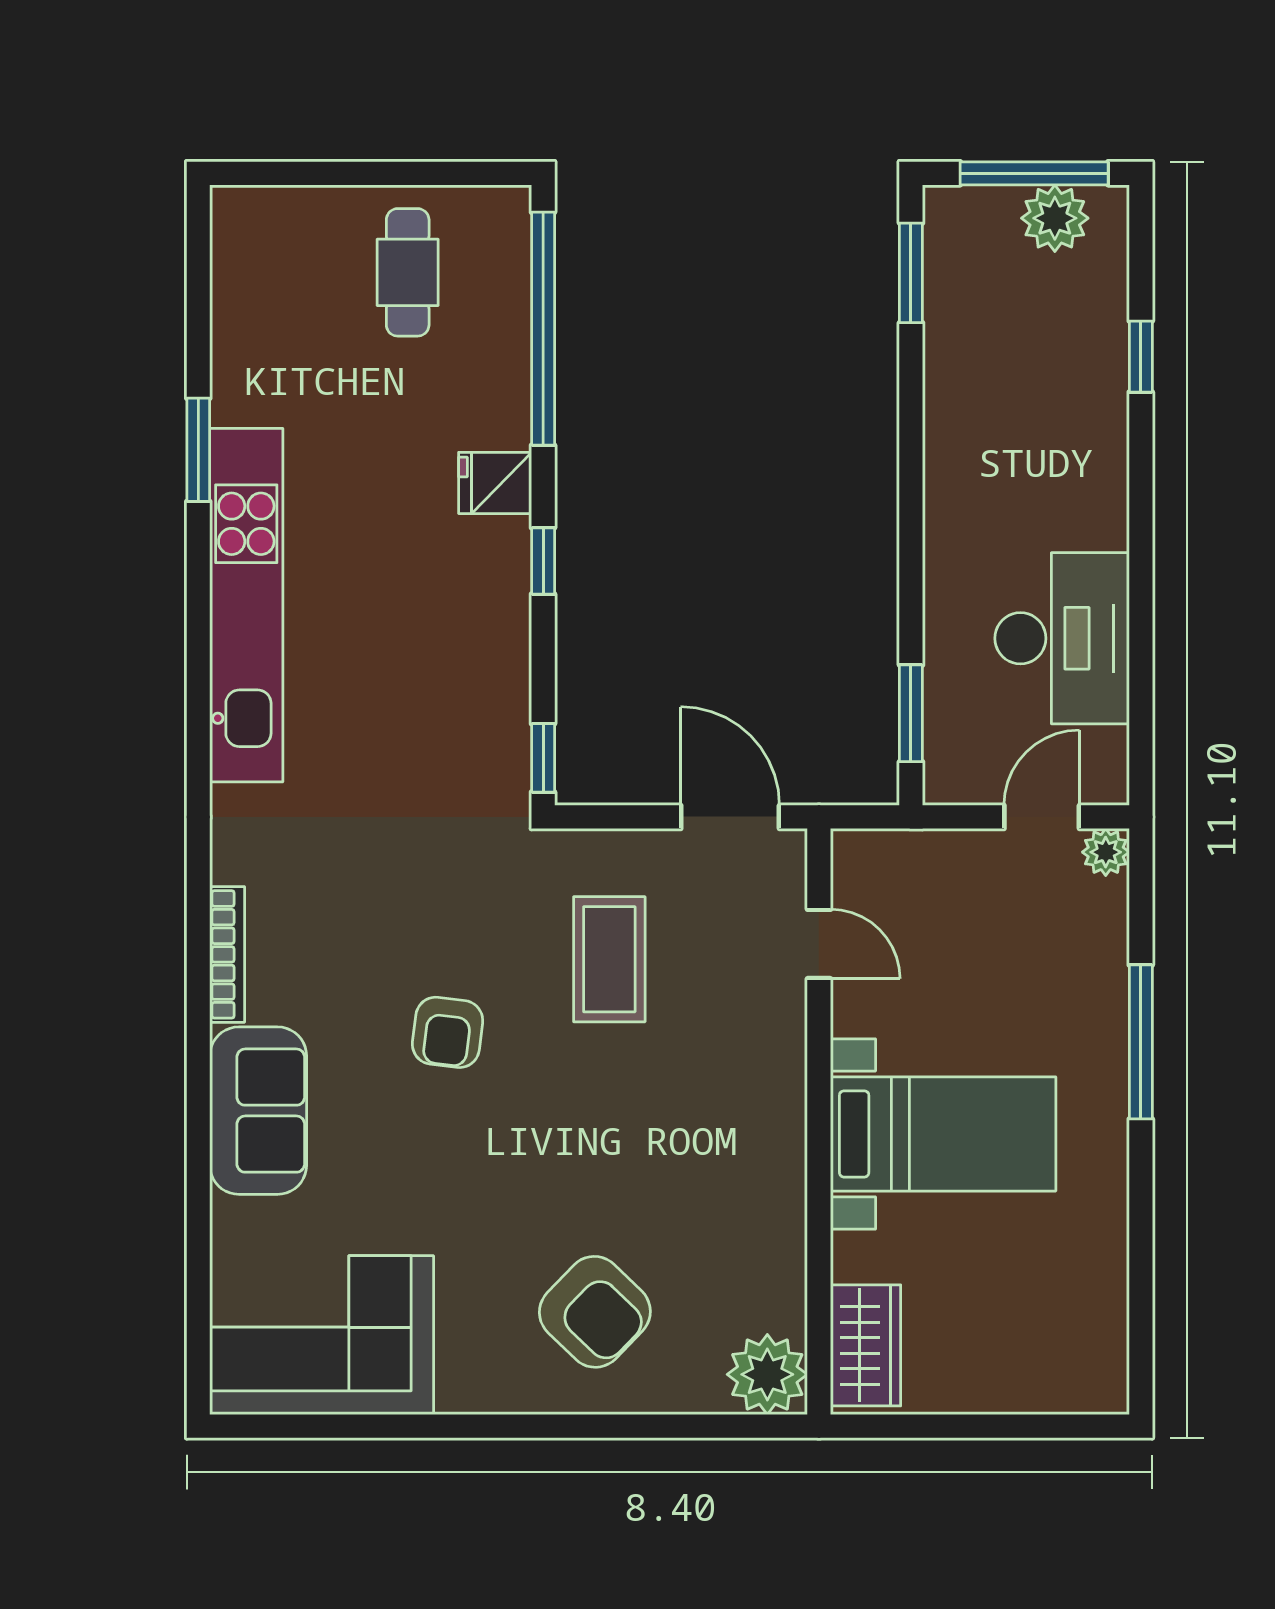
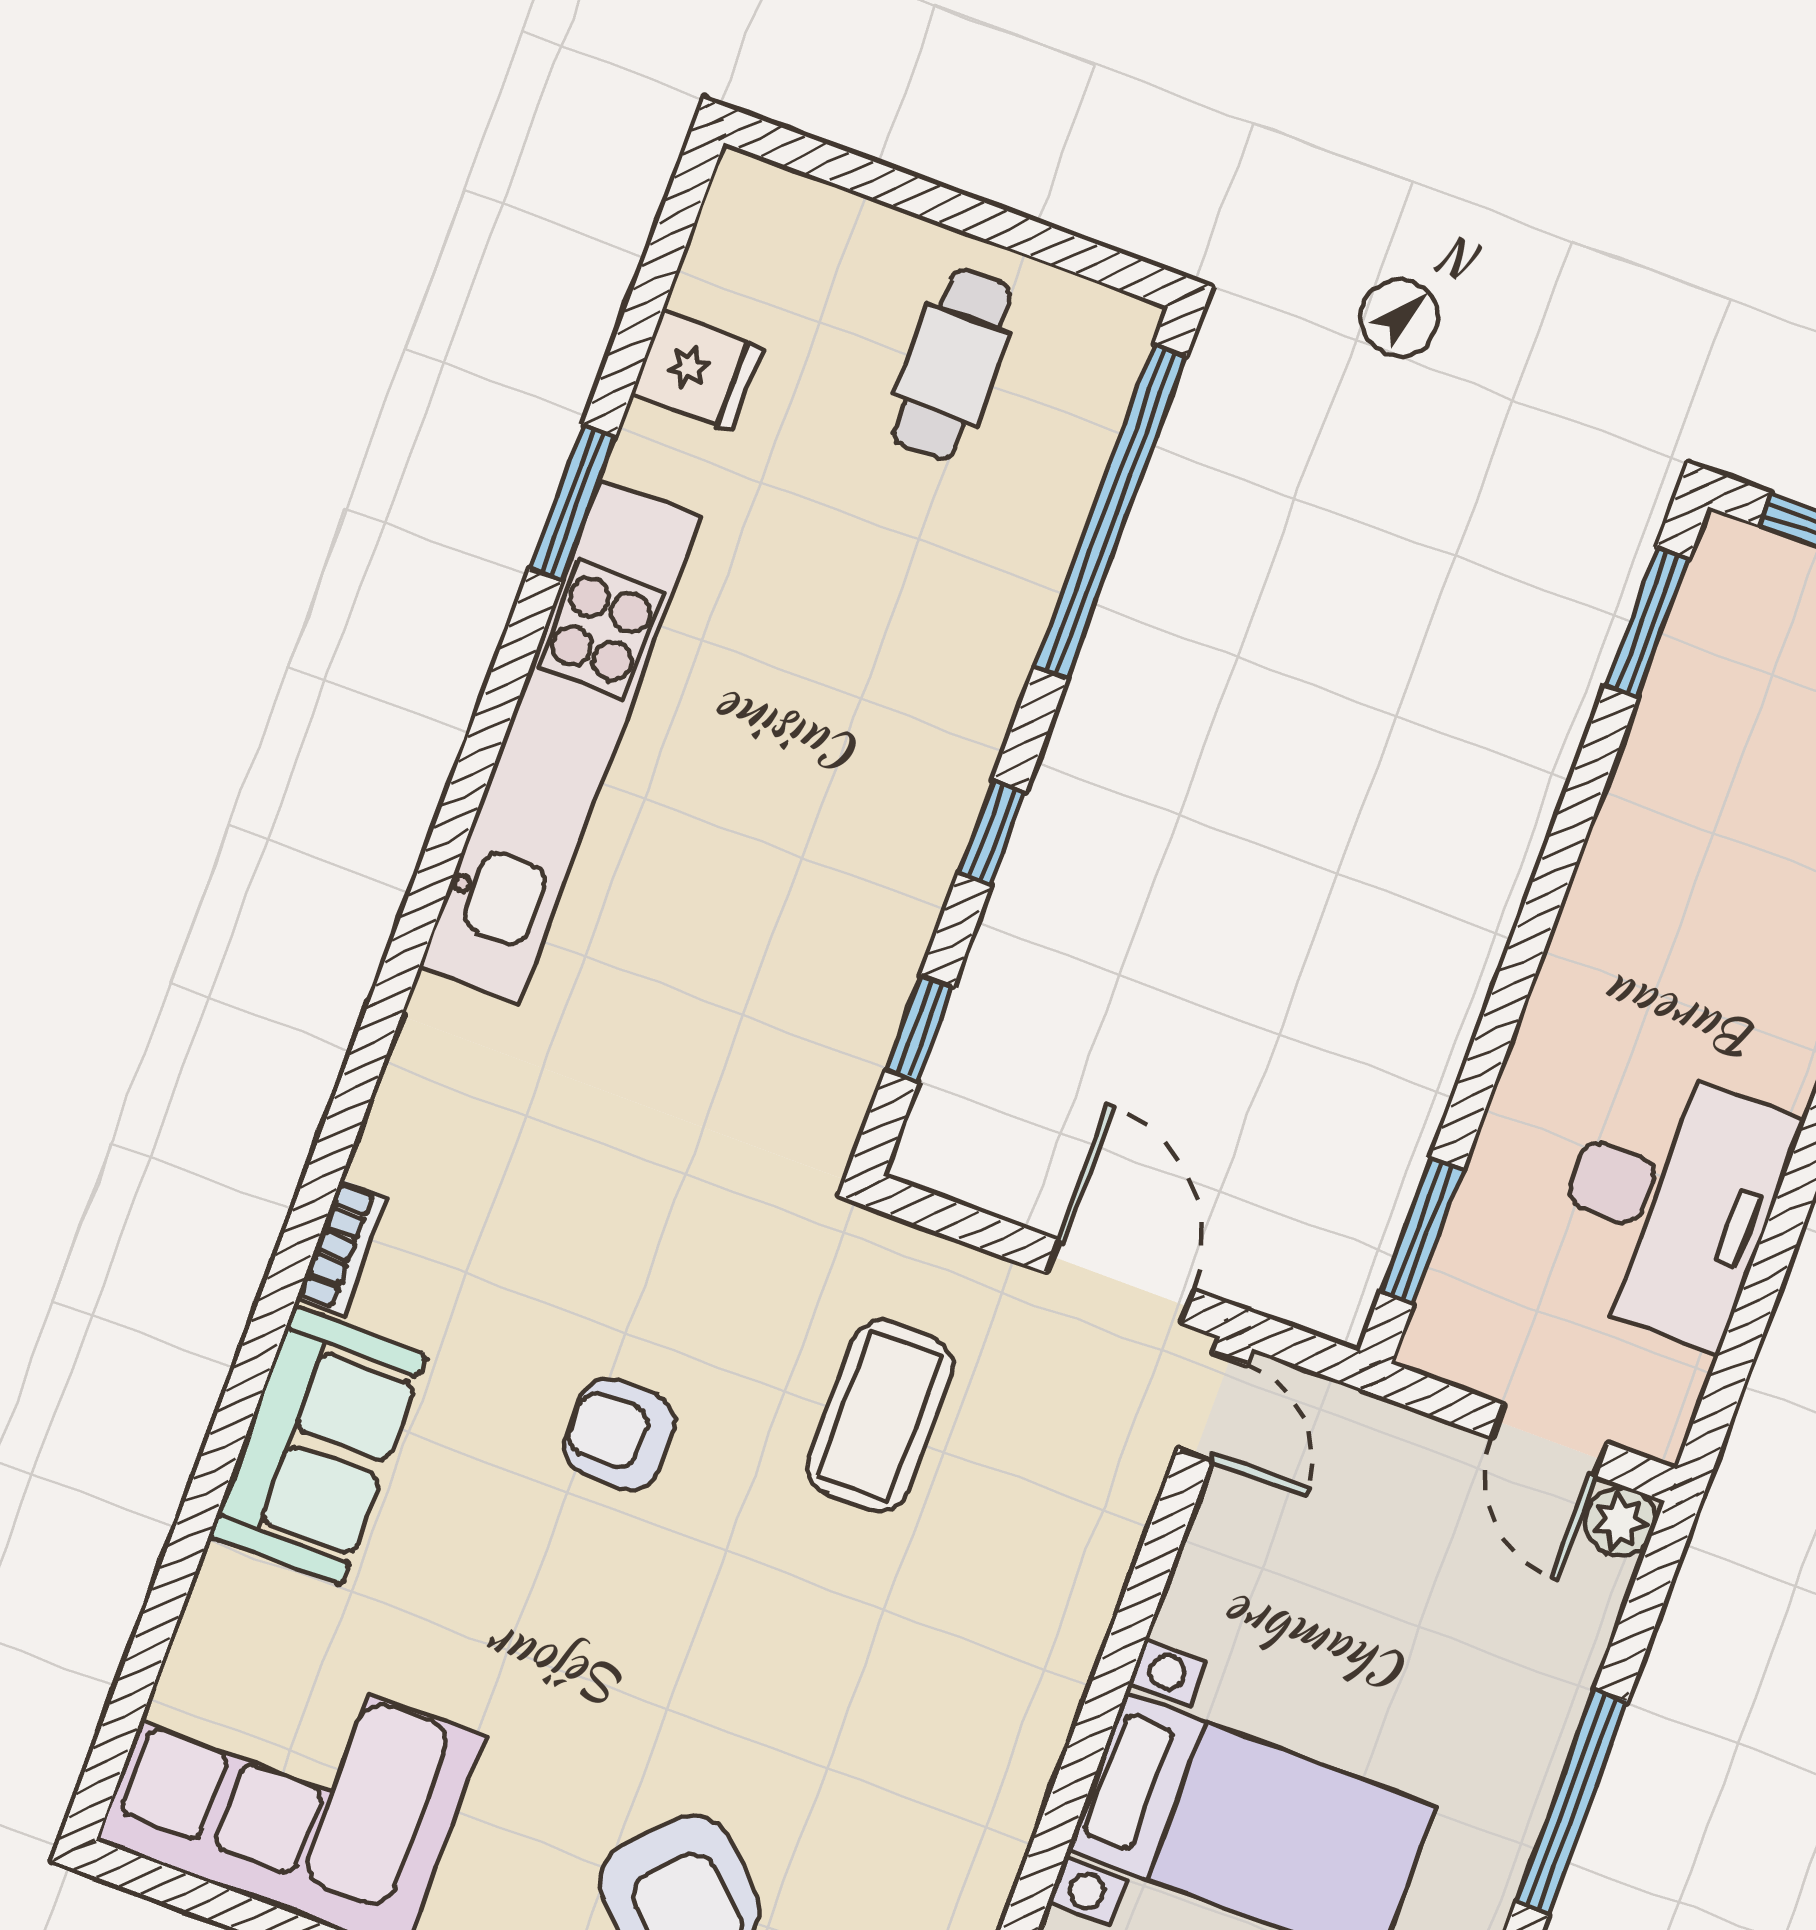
fridge: (495, 483) -> (697, 371), moved, turned 180
window: (543, 758) -> (919, 1028), moved
door: (1042, 817) -> (1550, 1440), swing flipped
door: (819, 944) -> (1212, 1407), moved
bookcase: (227, 954) -> (342, 1248), width x0.64
armchair: (448, 1032) -> (619, 1434), turned 83

